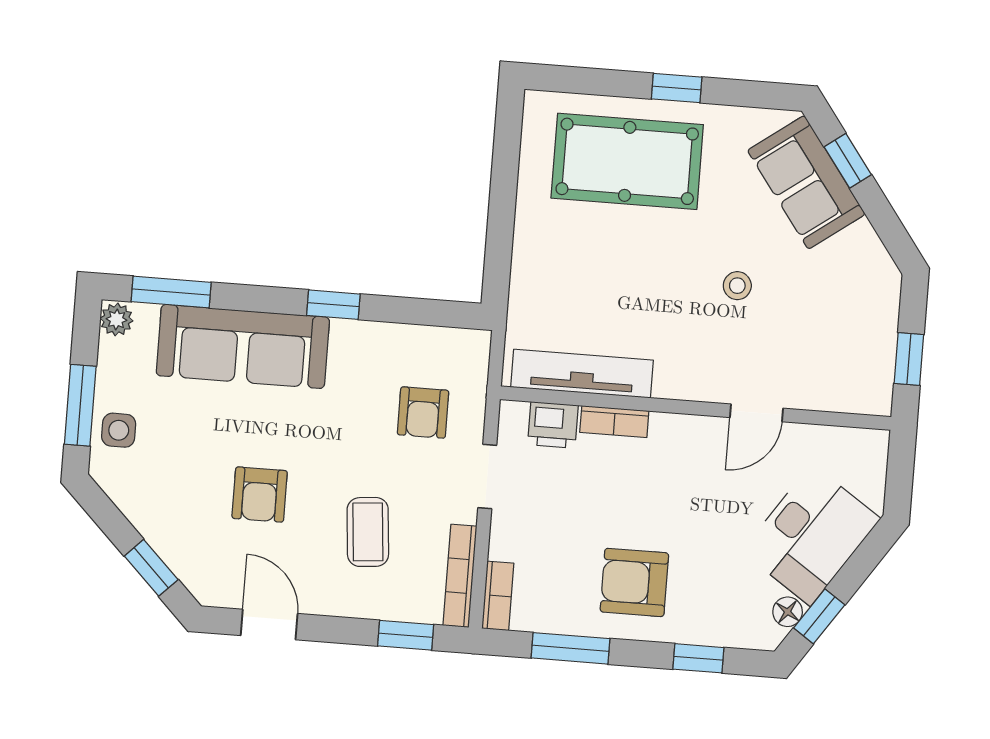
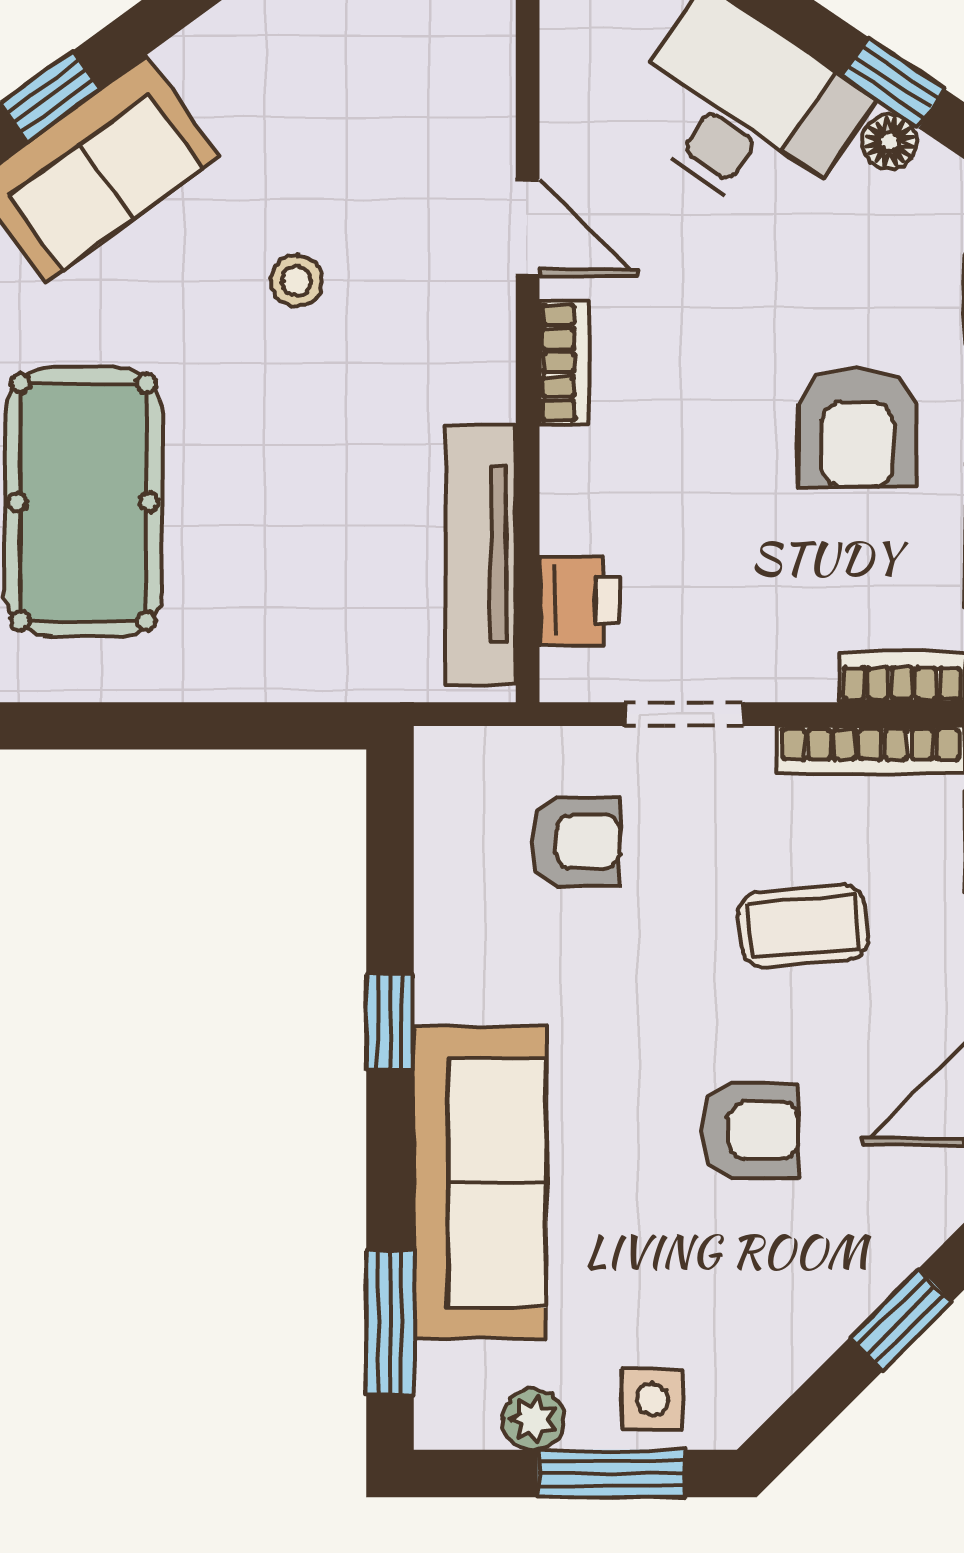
plant: (116, 319) -> (533, 1419), moved
bookcase: (614, 422) -> (564, 363), moved

